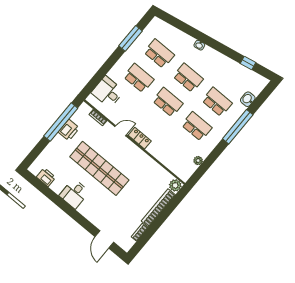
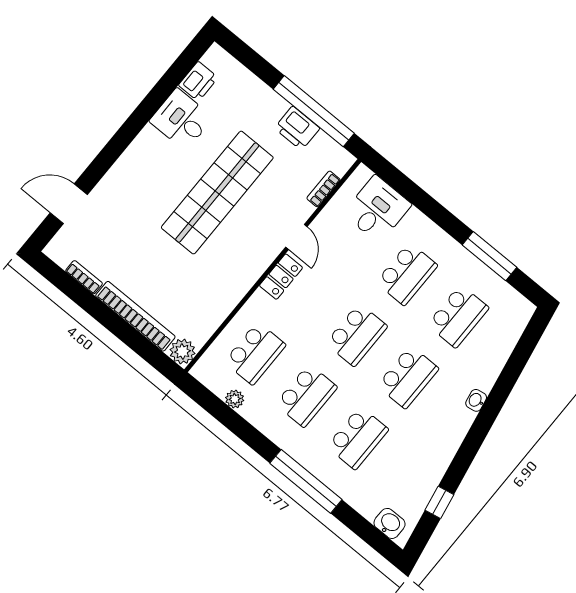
washbasin: (248, 99) -> (390, 523), moved
school desk: (176, 151) -> (255, 353), added
desk: (74, 194) -> (181, 119), moved

